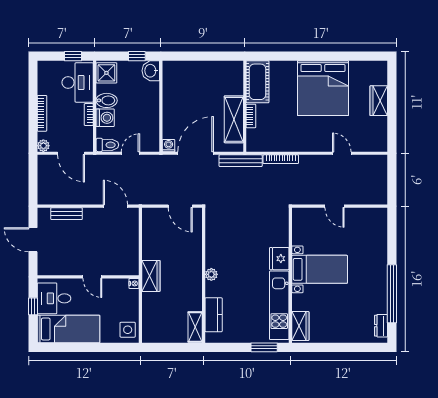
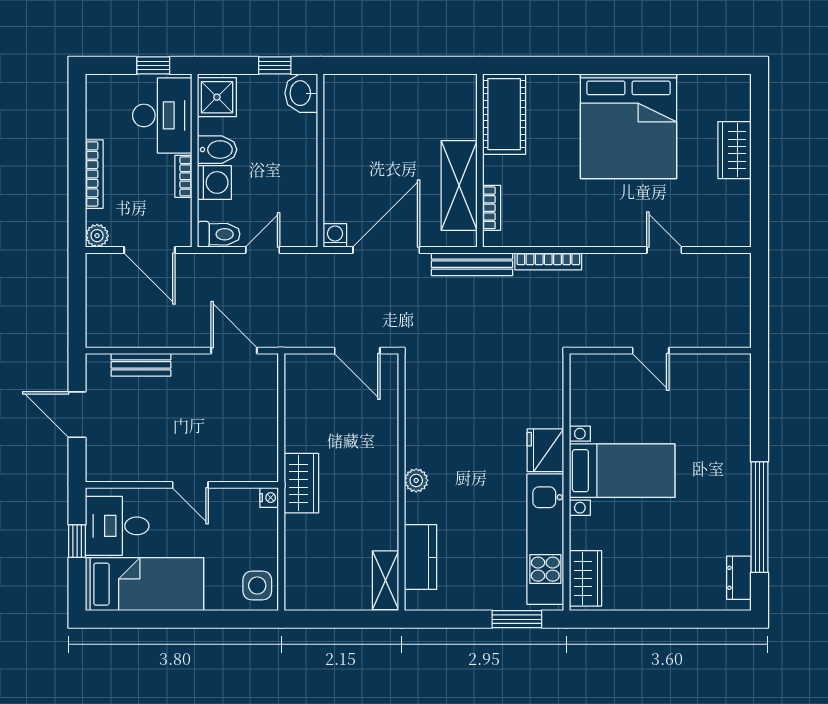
bookcase: (251, 116) -> (492, 208), moved

